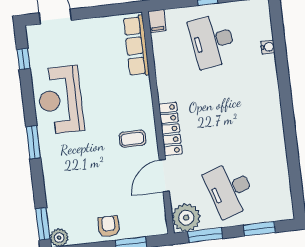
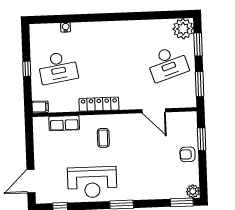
row of seats: (136, 46) -> (64, 123), width x0.68
locker: (170, 129) -> (99, 104), moved
coffee table: (132, 139) -> (103, 138), moved
plant: (186, 218) -> (183, 29), moved

